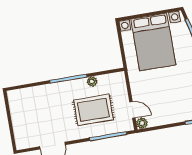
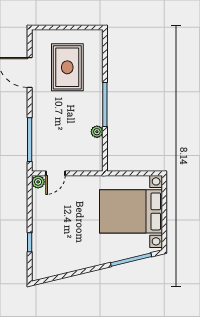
rug: (93, 110) -> (67, 67), moved

